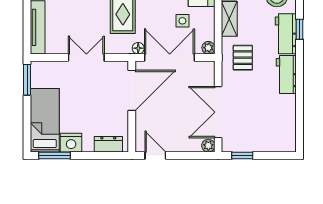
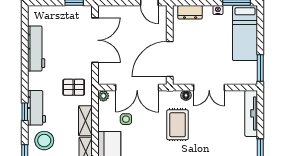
floor lamp: (138, 48) -> (186, 95), moved
pallet: (243, 58) -> (74, 87), turned 90
workbench: (286, 74) -> (36, 49), moved, width x1.38
nightstand: (71, 143) -> (218, 10), width x0.53, depth x0.56
plant: (208, 146) -> (104, 11), removed

